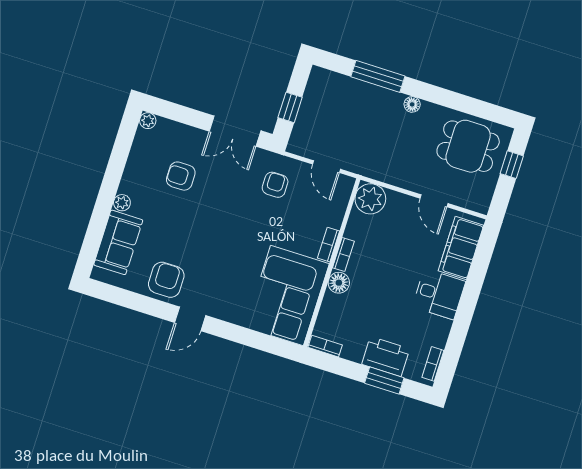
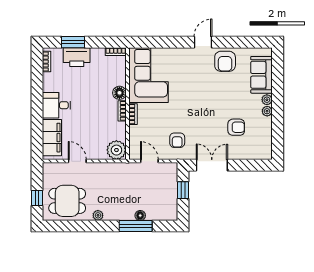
floor lamp: (412, 104) -> (140, 215), moved
plant: (429, 110) -> (98, 215), added
plant: (148, 121) -> (267, 111), moved

